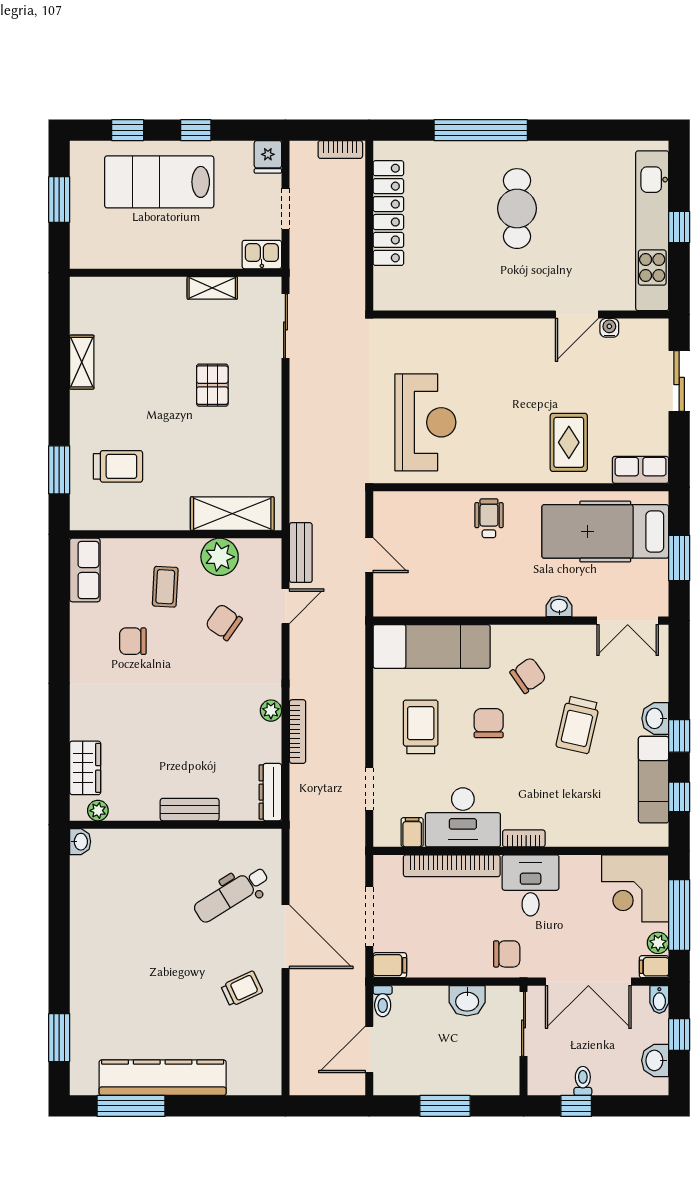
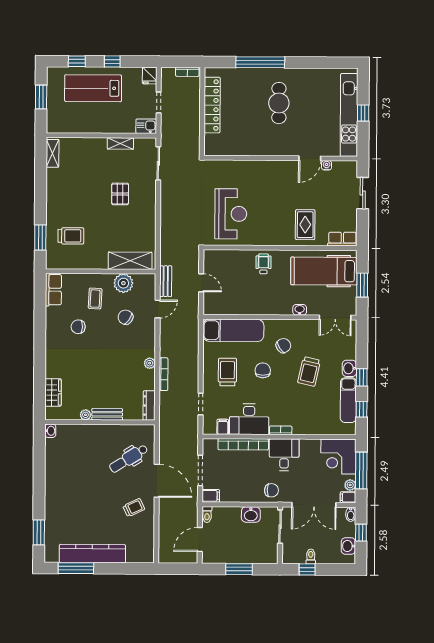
shelving: (82, 362) -> (53, 153), moved
plant: (98, 811) -> (85, 415), moved

